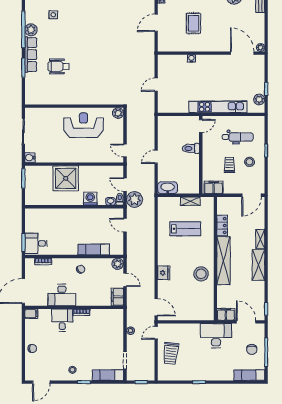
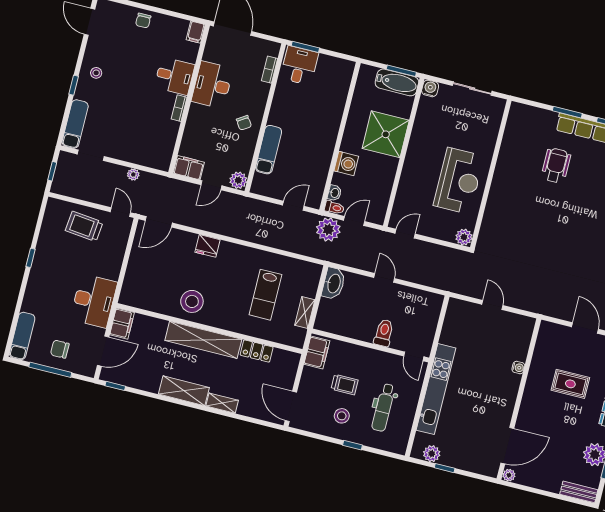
bathtub: (31, 179) -> (397, 82), added

